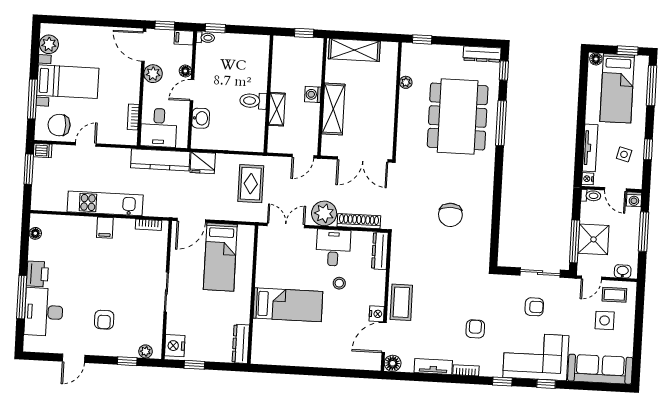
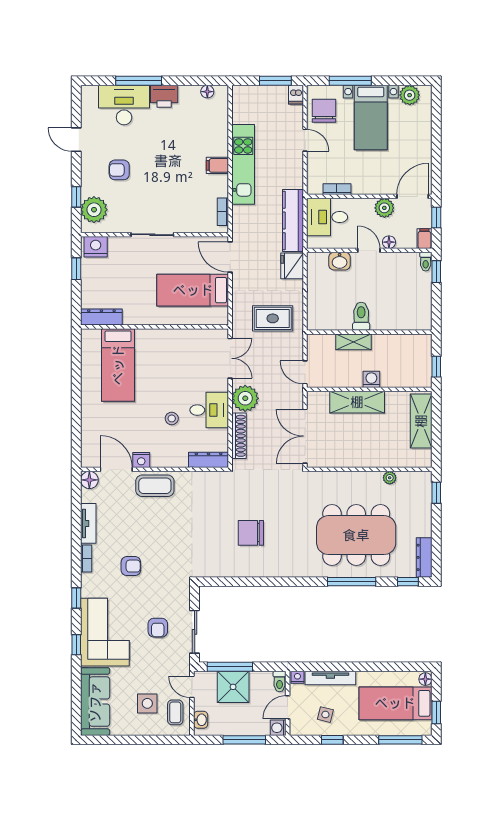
bed: (288, 305) -> (118, 365), moved
plant: (146, 351) -> (94, 210), width x1.87, depth x1.87

